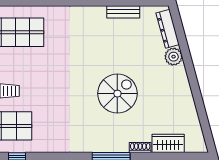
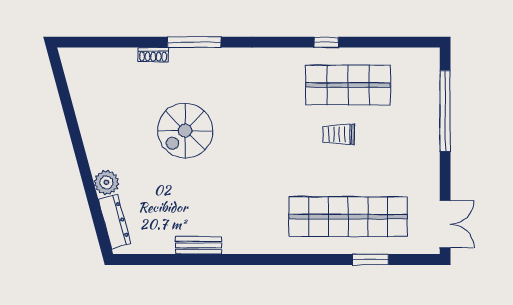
bench: (123, 12) -> (199, 245), moved
wardrobe: (168, 143) -> (114, 60), removed

